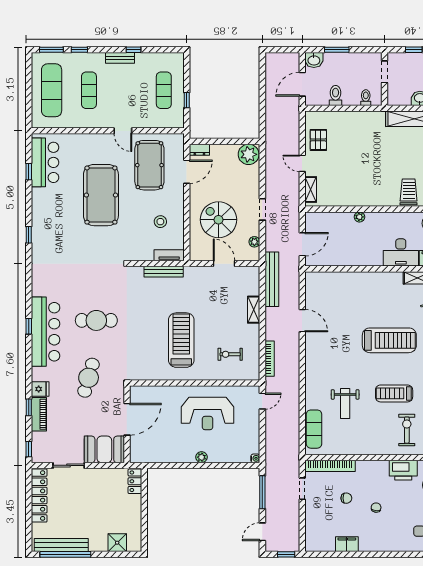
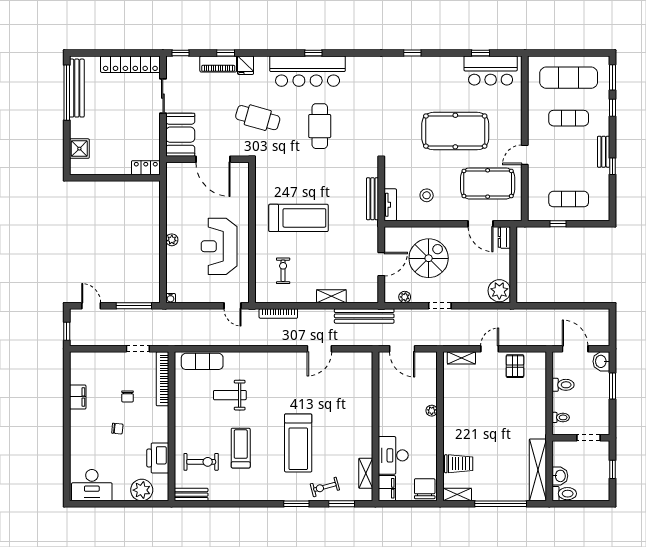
pallet: (318, 140) -> (515, 366), turned 90

